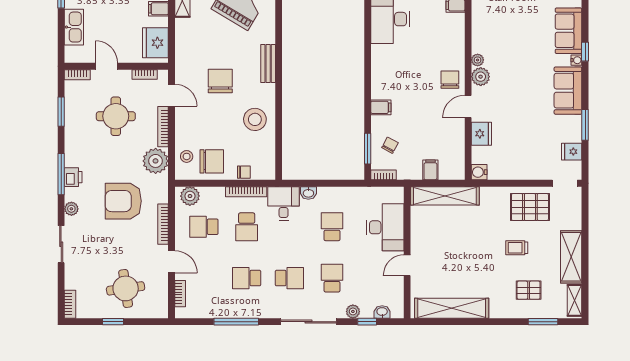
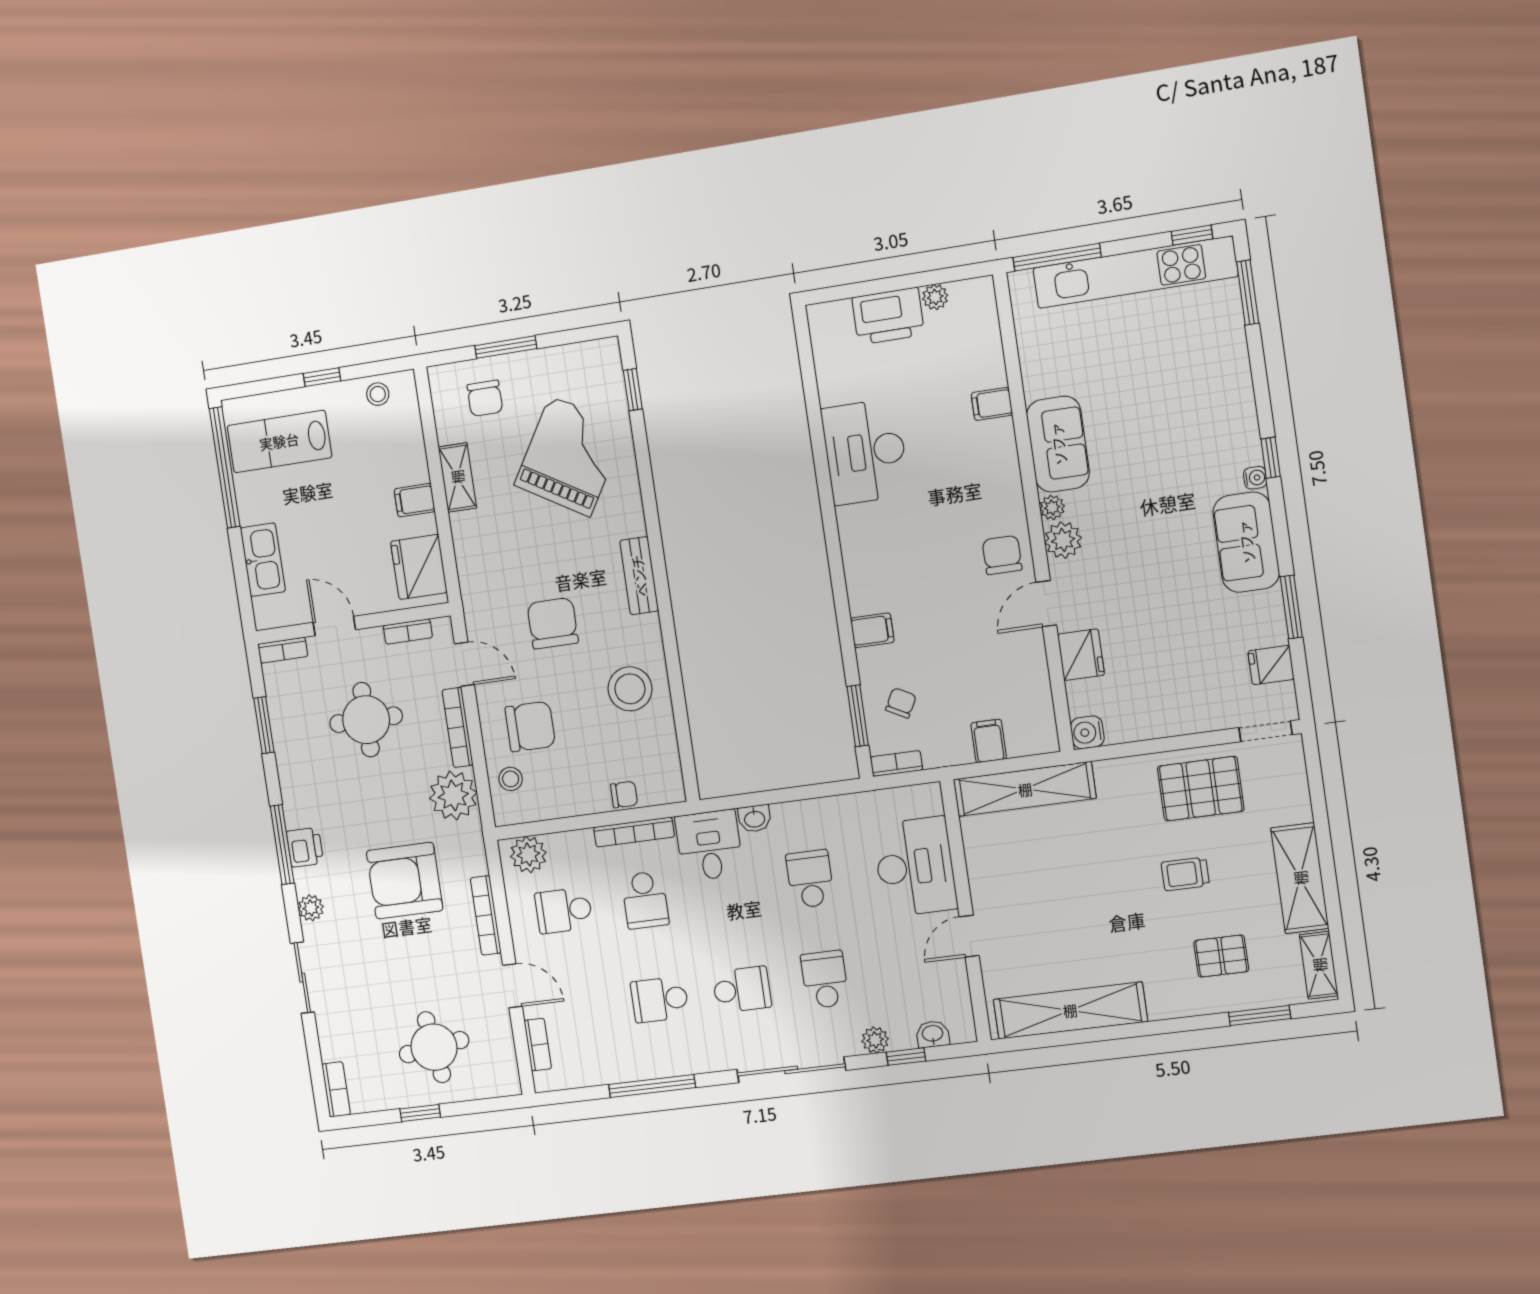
sofa: (569, 31) -> (1058, 444), moved, turned 180
chair: (212, 161) -> (530, 727), moved

